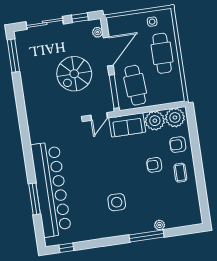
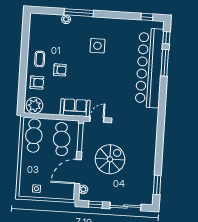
cafe table: (162, 53) -> (34, 136), moved
window: (13, 56) -> (157, 185), width x0.69
plant: (155, 121) -> (52, 106), removed
window: (39, 229) -> (166, 38), added

